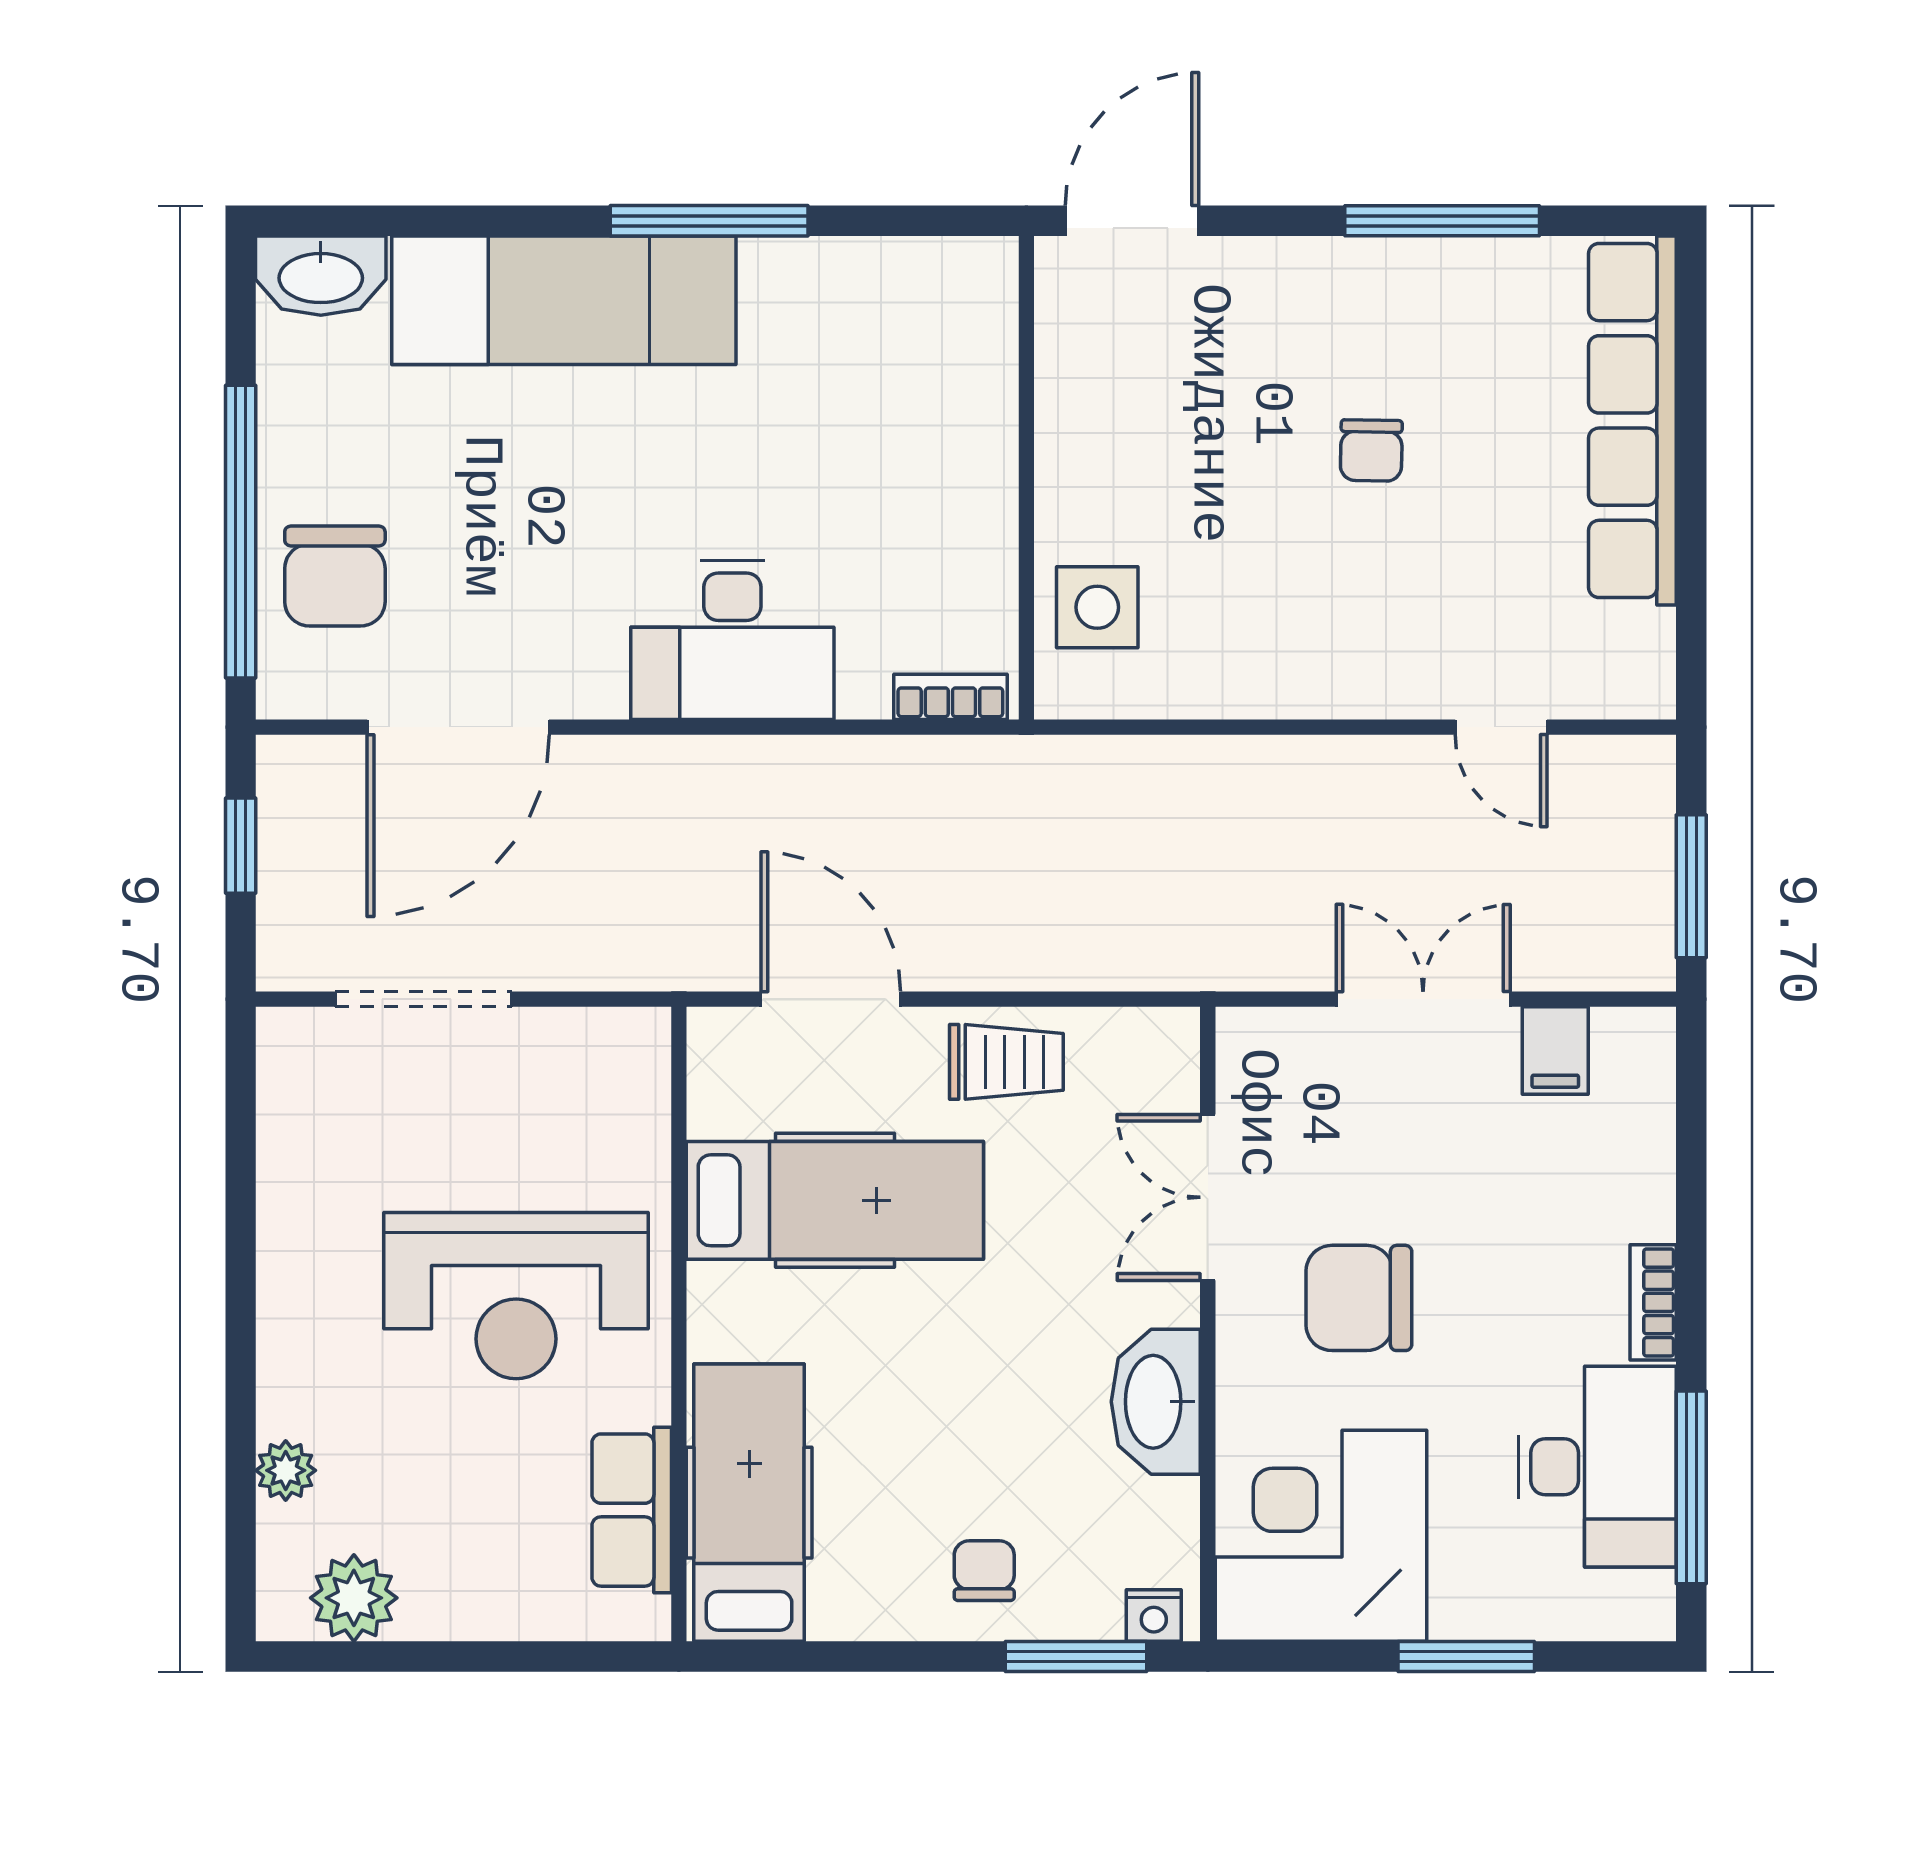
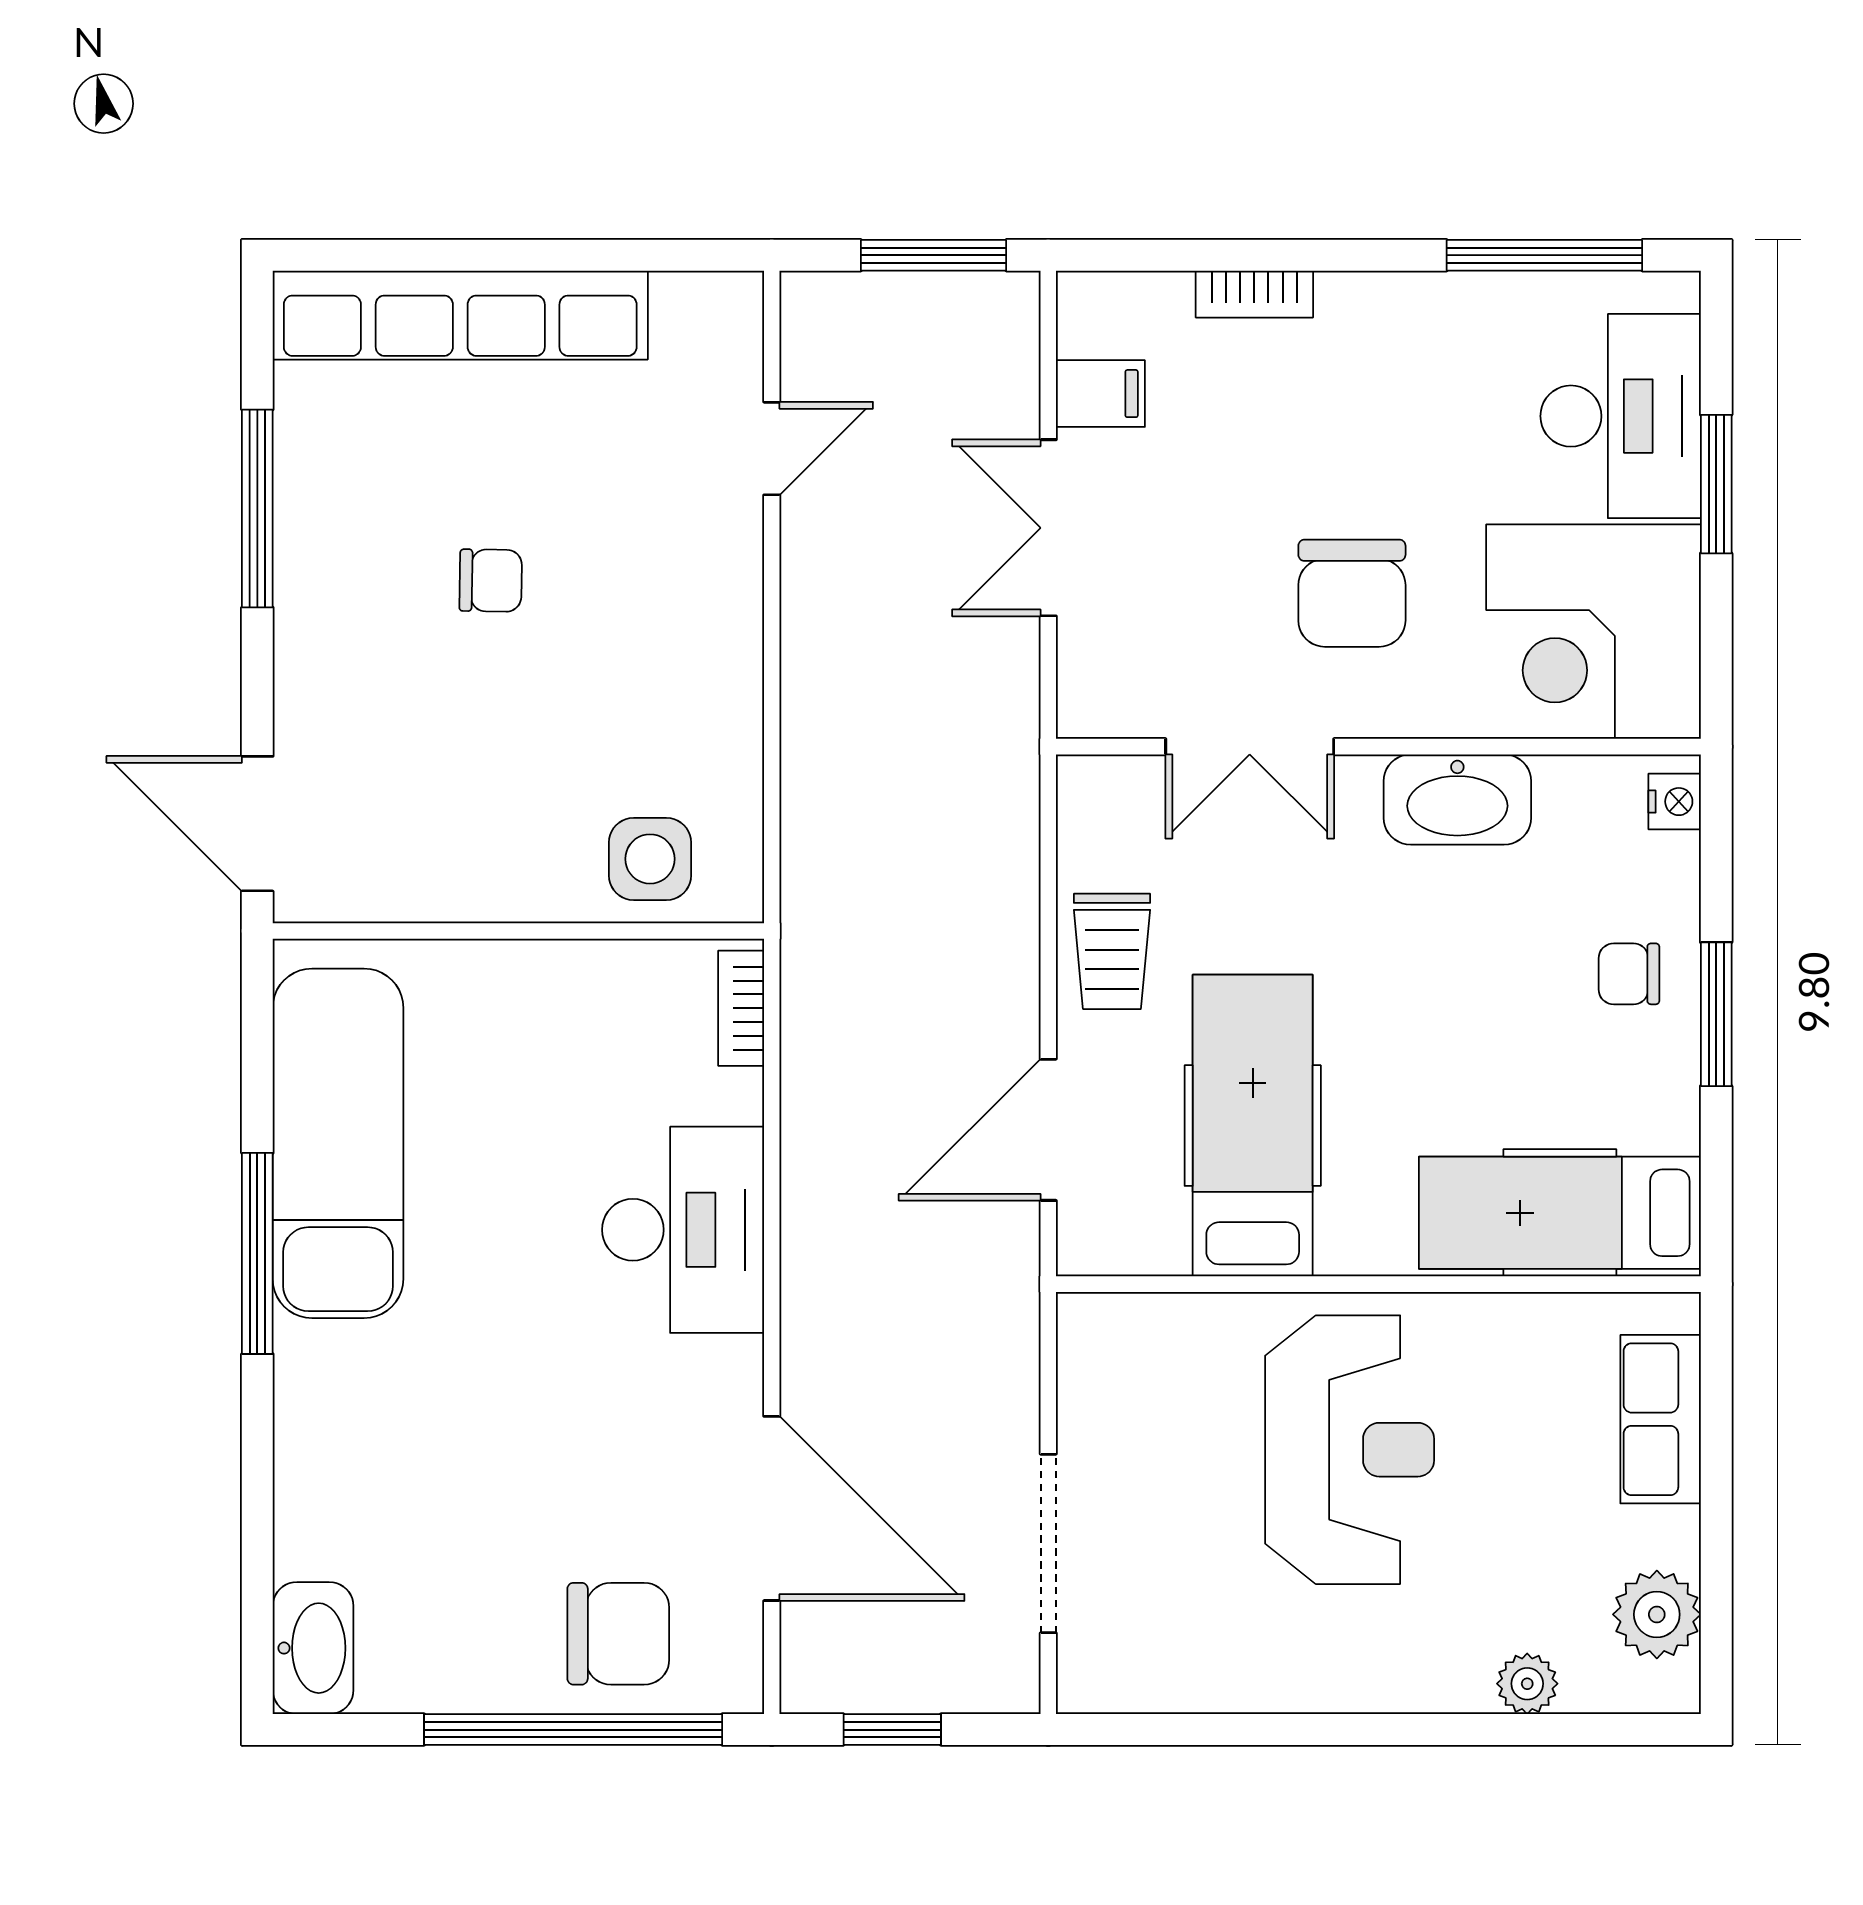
exam couch: (564, 300) -> (338, 1143), moved
trolley: (1006, 1062) -> (1112, 951), turned 180
bookcase: (1653, 1302) -> (1254, 294), moved
desk: (1597, 1467) -> (1621, 416), moved, turned 90
row of seats: (632, 1510) -> (1661, 1419), moved, turned 90
window: (1076, 1656) -> (1716, 1014), moved

